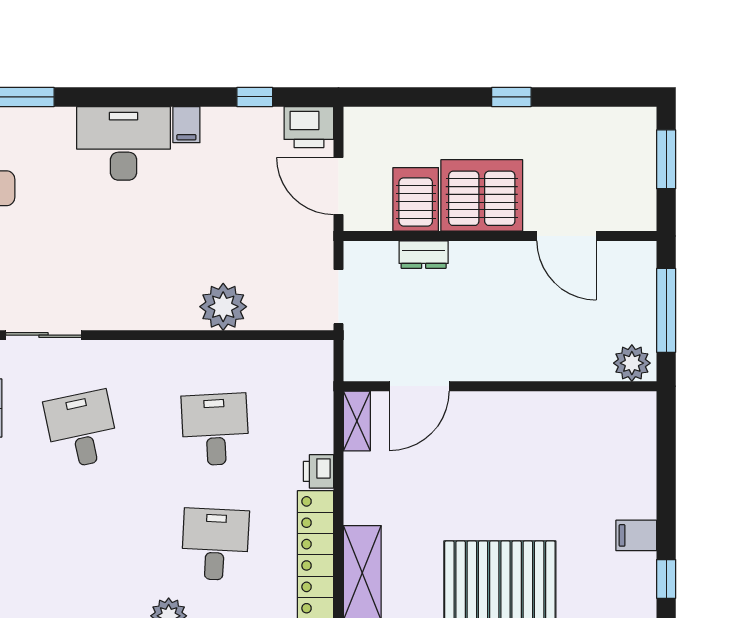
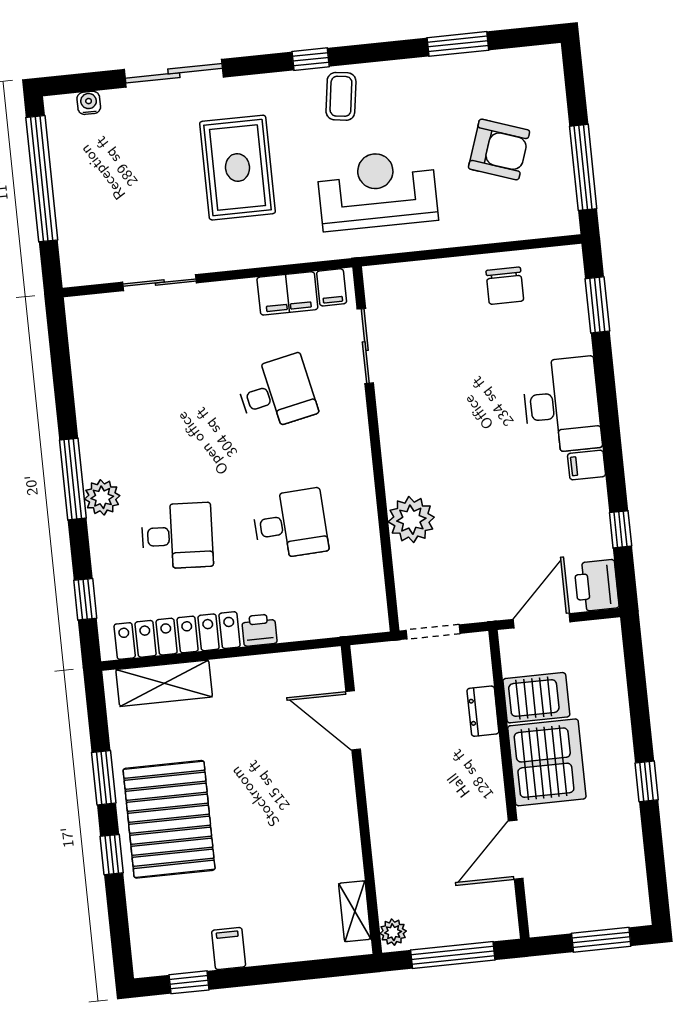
plant: (632, 363) -> (393, 932), width x0.73, depth x0.73
shelving: (357, 421) -> (355, 911), moved, turned 90

